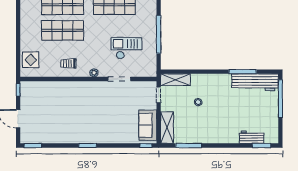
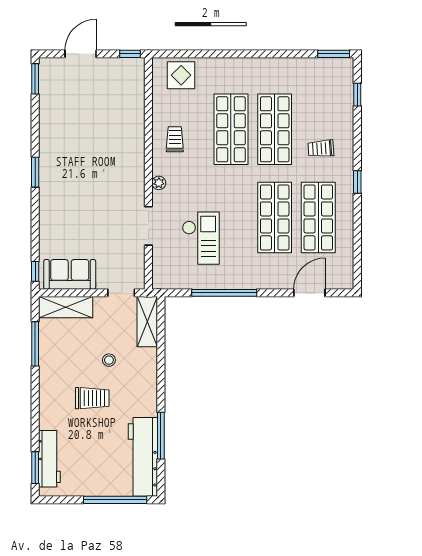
trolley: (221, 112) -> (92, 398), added
workbench: (252, 137) -> (49, 459), width x1.38

